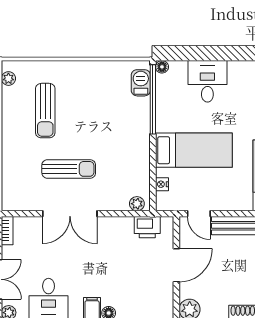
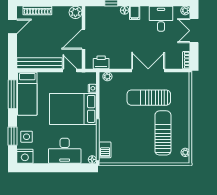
desk: (207, 81) -> (65, 151), width x1.37
sun lounger: (45, 111) -> (163, 133), width x1.36, depth x1.34
bed: (194, 150) -> (73, 109), width x1.50
sun lounger: (69, 169) -> (149, 98), width x1.36, depth x1.34

